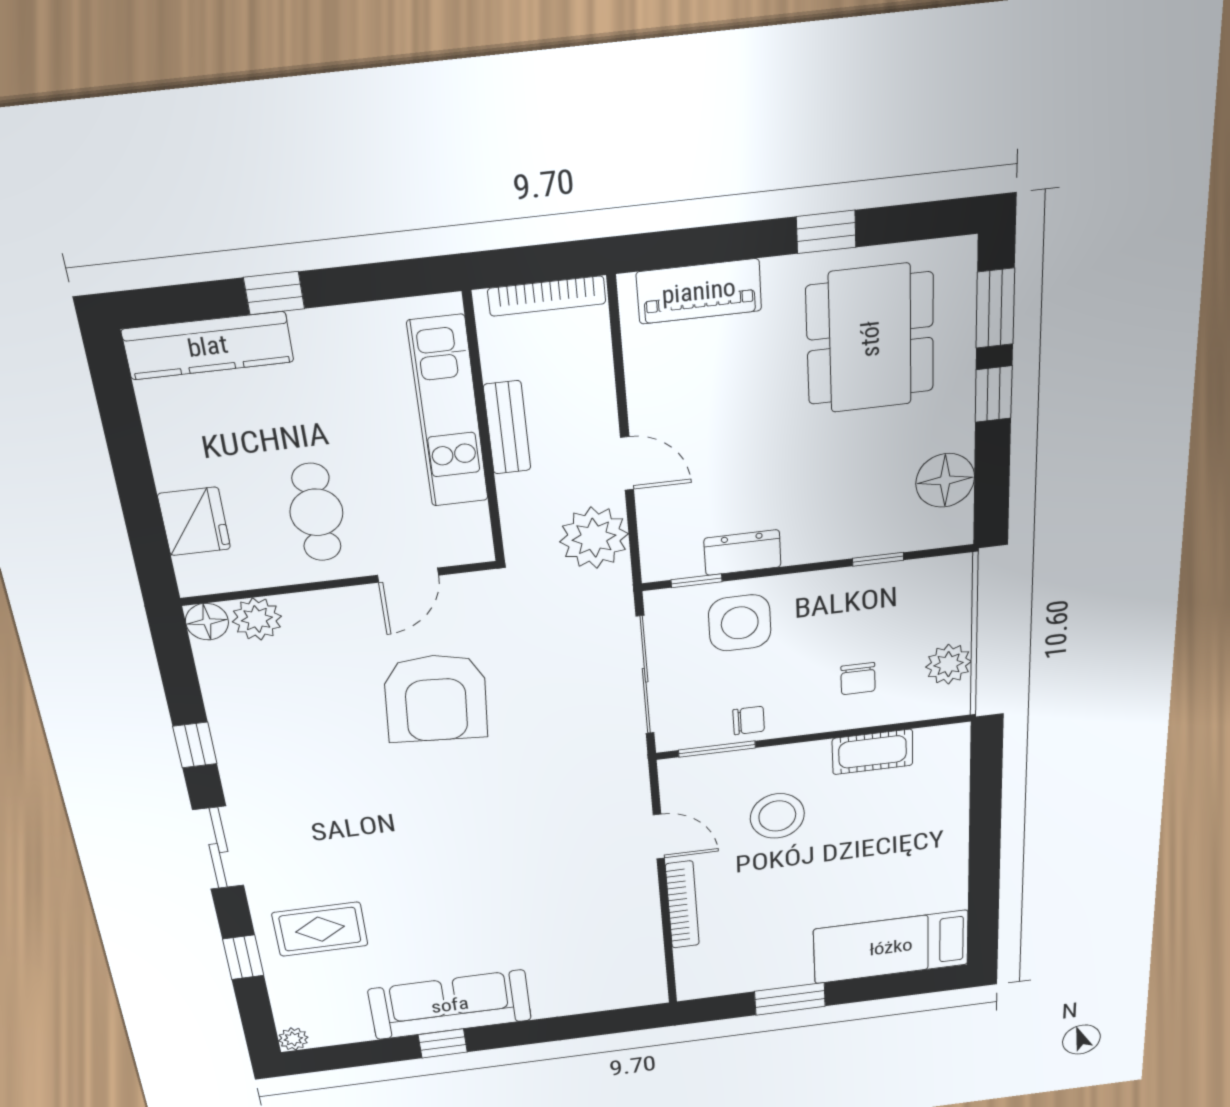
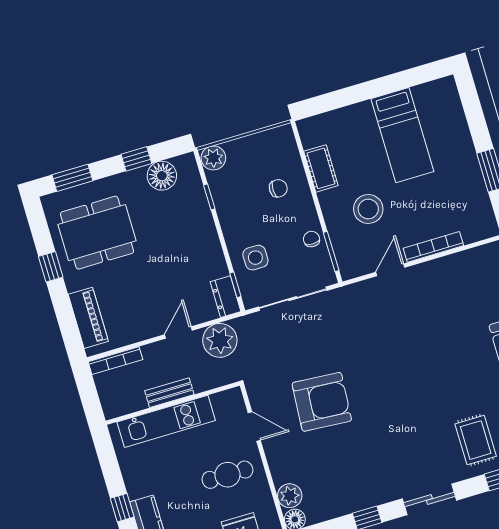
bookcase: (547, 296) -> (115, 361), moved, turned 90
window: (994, 394) -> (136, 159), moved
dresser: (743, 553) -> (226, 297), moved
side table: (740, 623) -> (255, 258), width x0.73, depth x0.73
plant: (949, 664) -> (213, 158), moved
bed: (891, 947) -> (402, 135), moved

